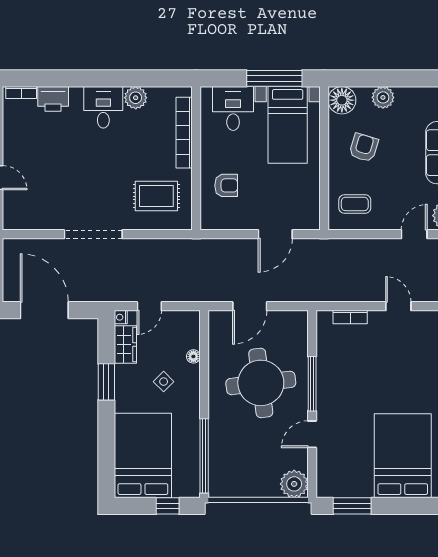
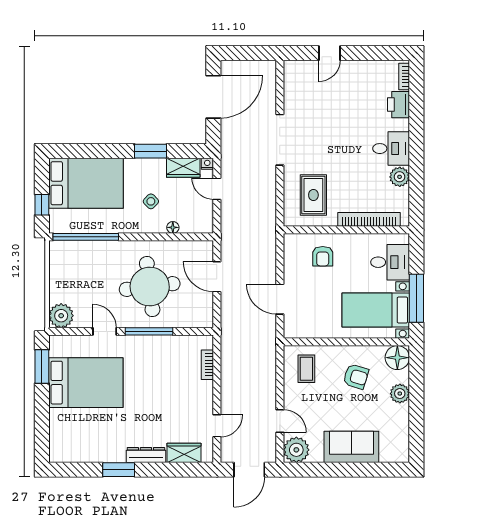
door: (398, 306) -> (217, 426), moved
bed: (403, 456) -> (86, 383), moved

